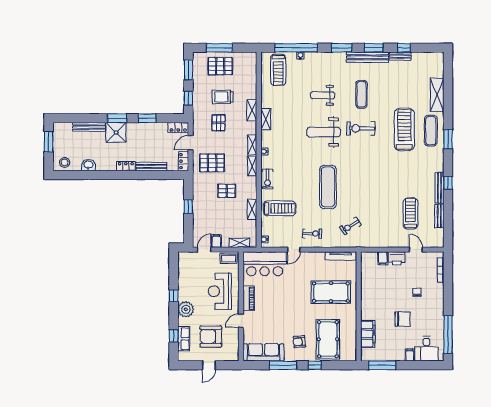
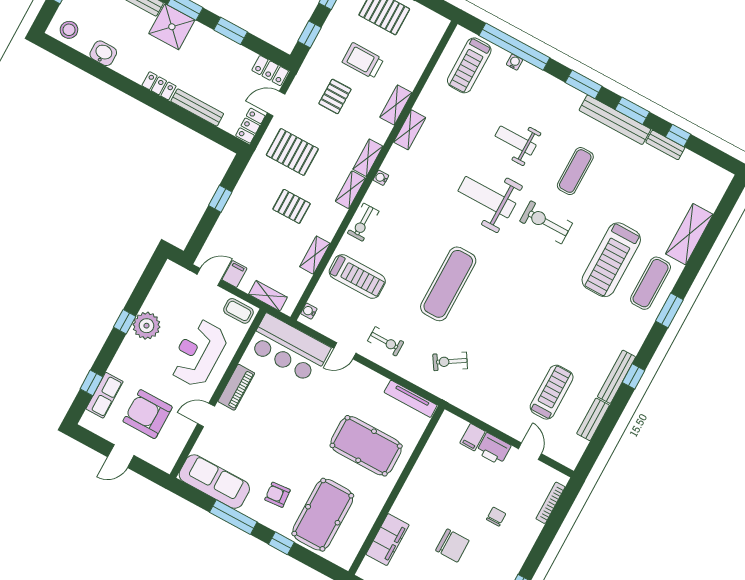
treadmill: (404, 130) -> (611, 260), turned 180
plant: (186, 309) -> (146, 326), moved

